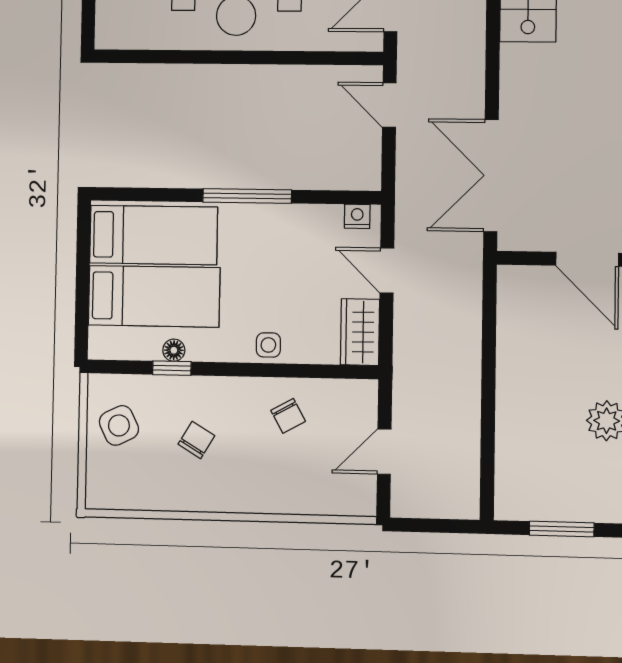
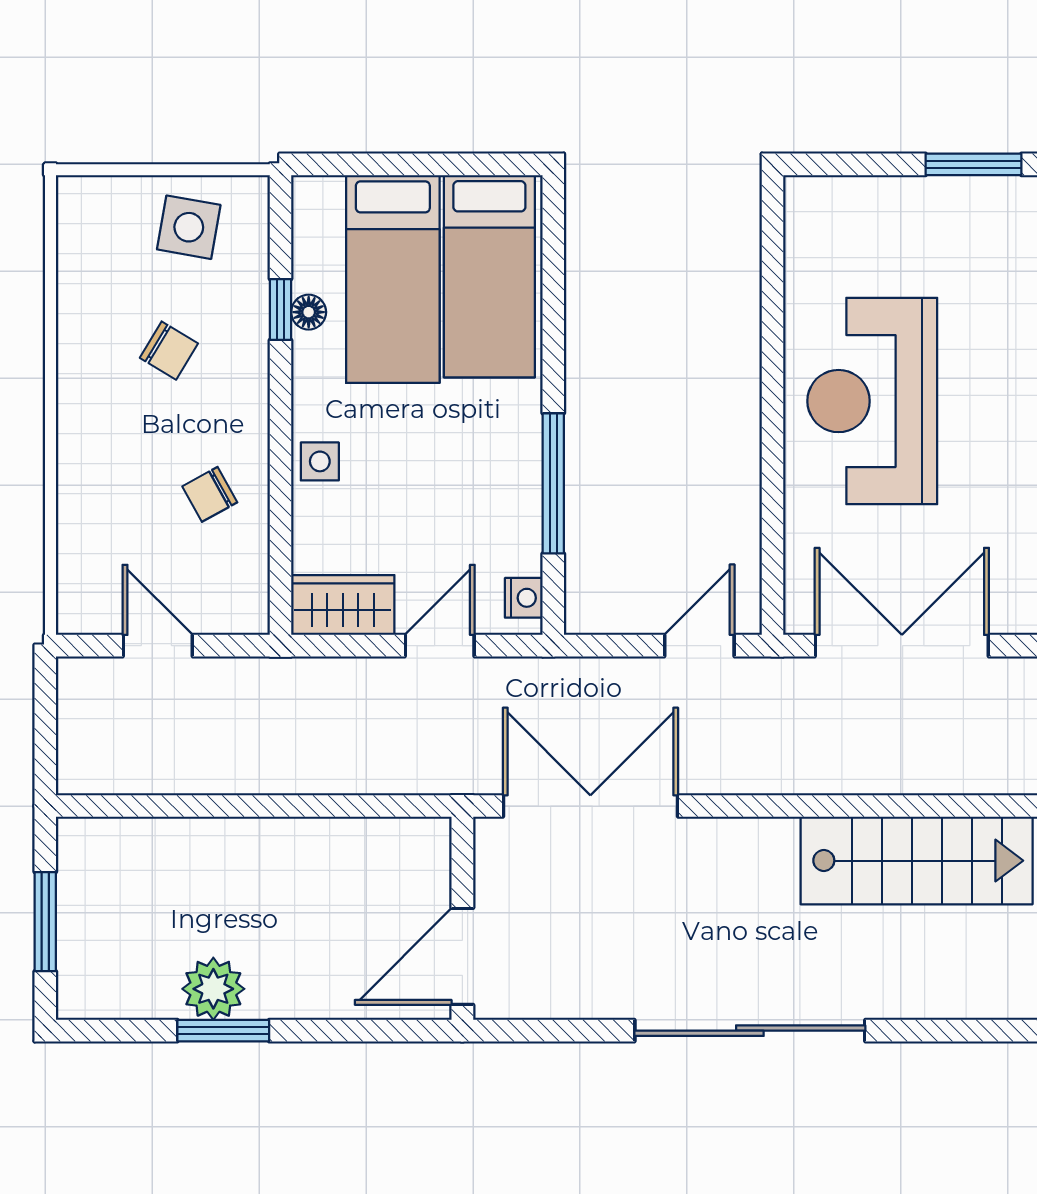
window: (247, 196) -> (553, 483), moved
side table: (119, 425) -> (189, 227), turned 36

